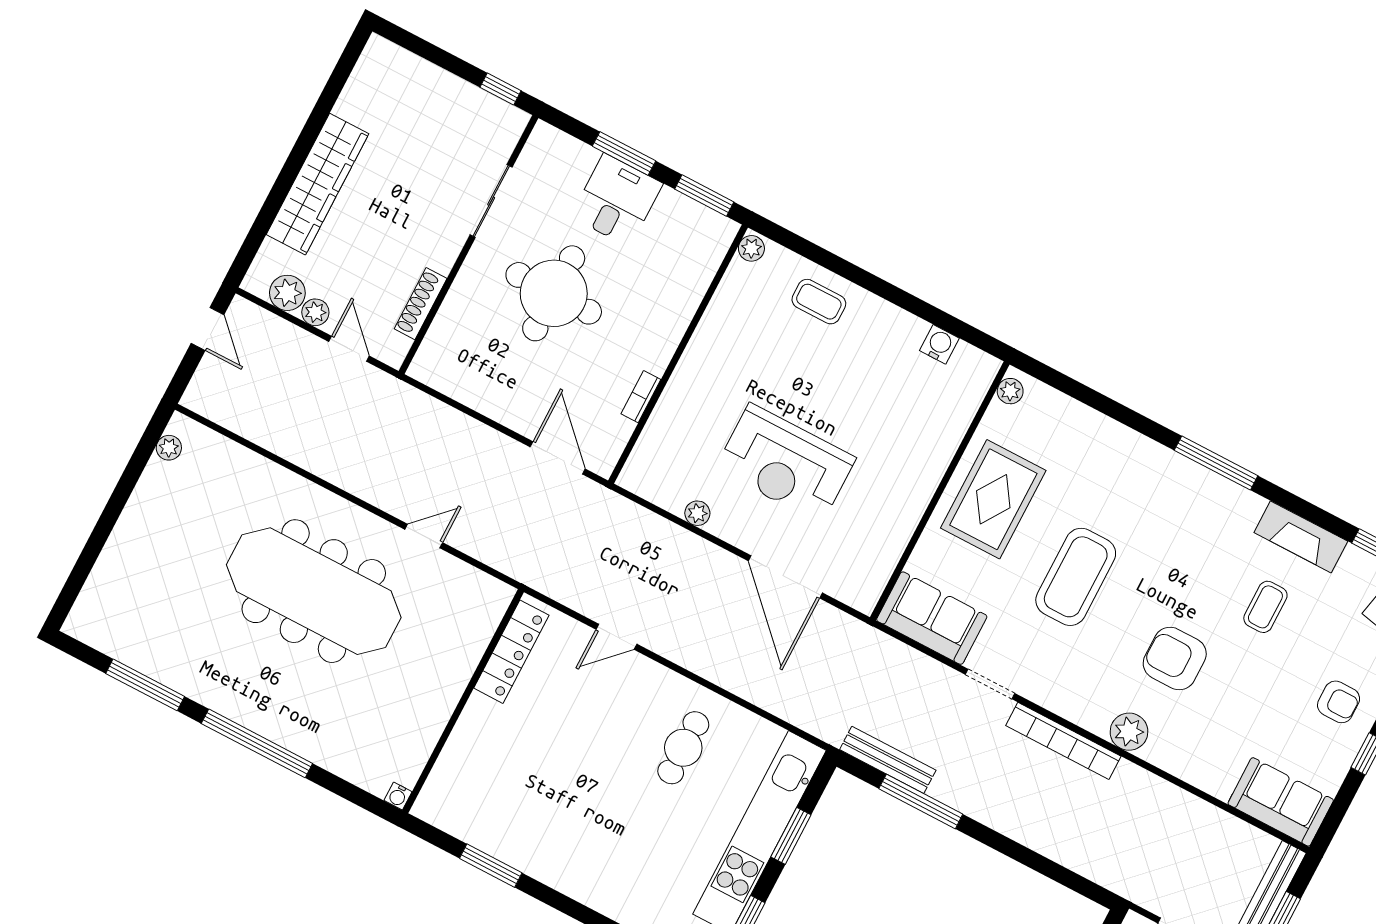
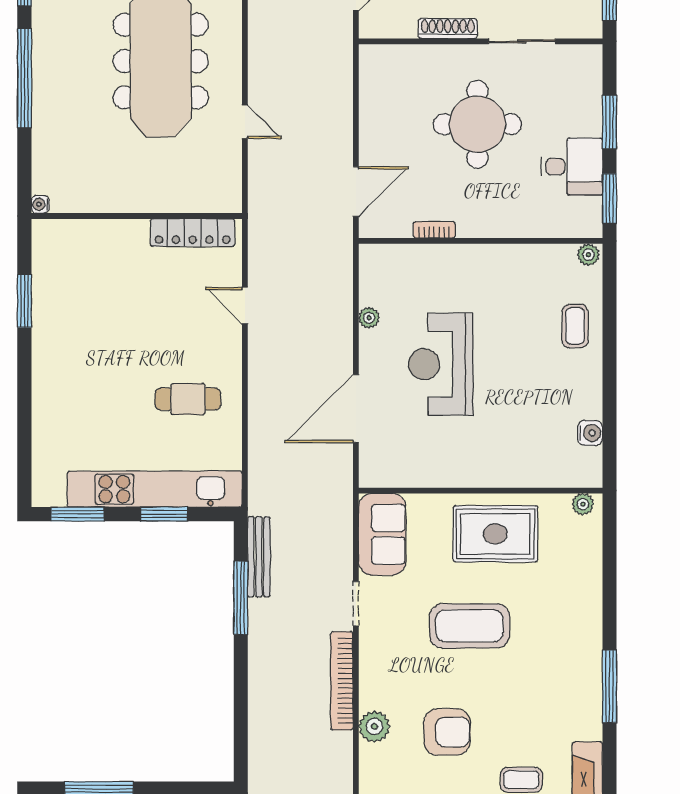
desk: (617, 200) -> (572, 167), moved
shoe rack: (421, 304) -> (448, 29), moved
armchair: (1175, 659) -> (447, 732), turned 90

